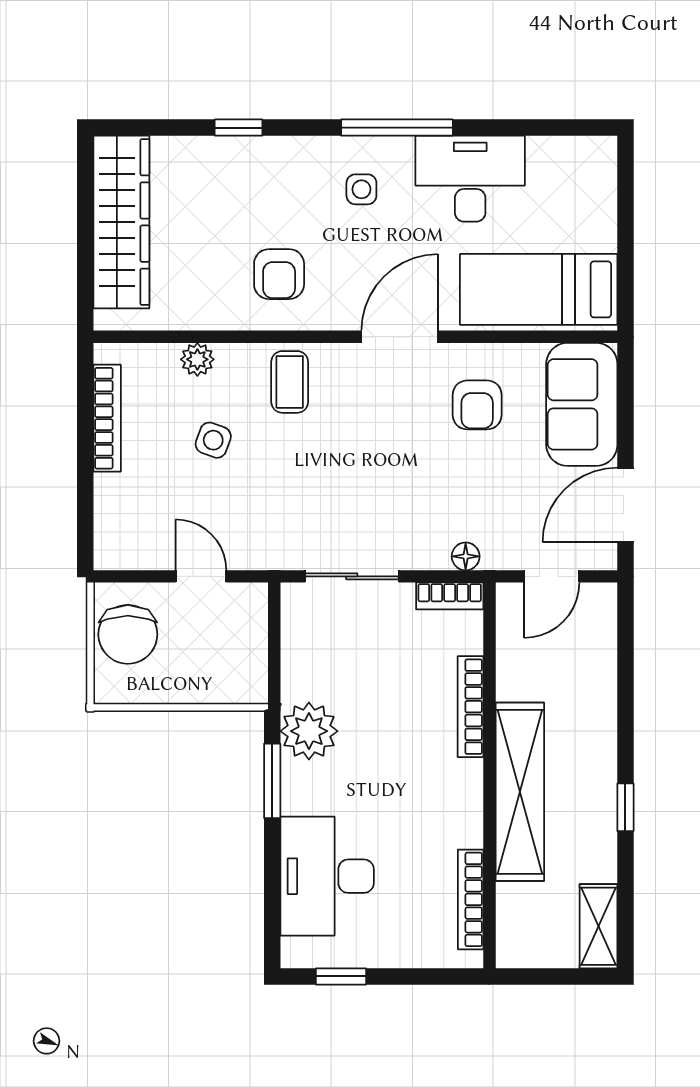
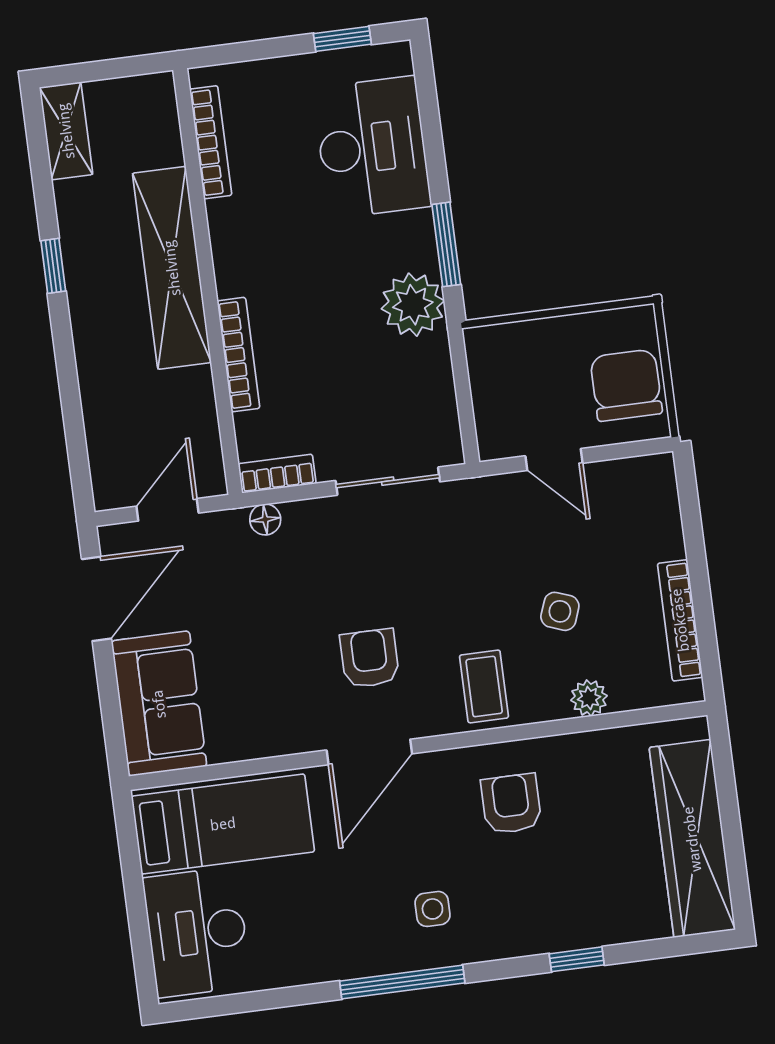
desk: (470, 179) -> (197, 932), moved, turned 90
armchair: (477, 405) -> (370, 658), moved

